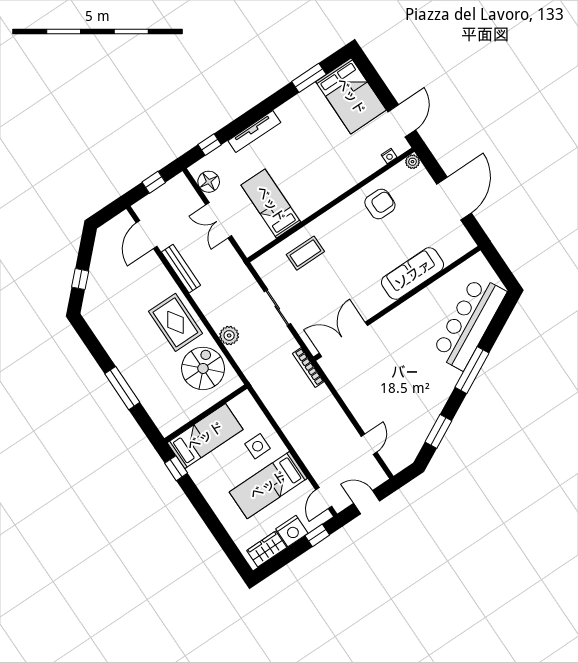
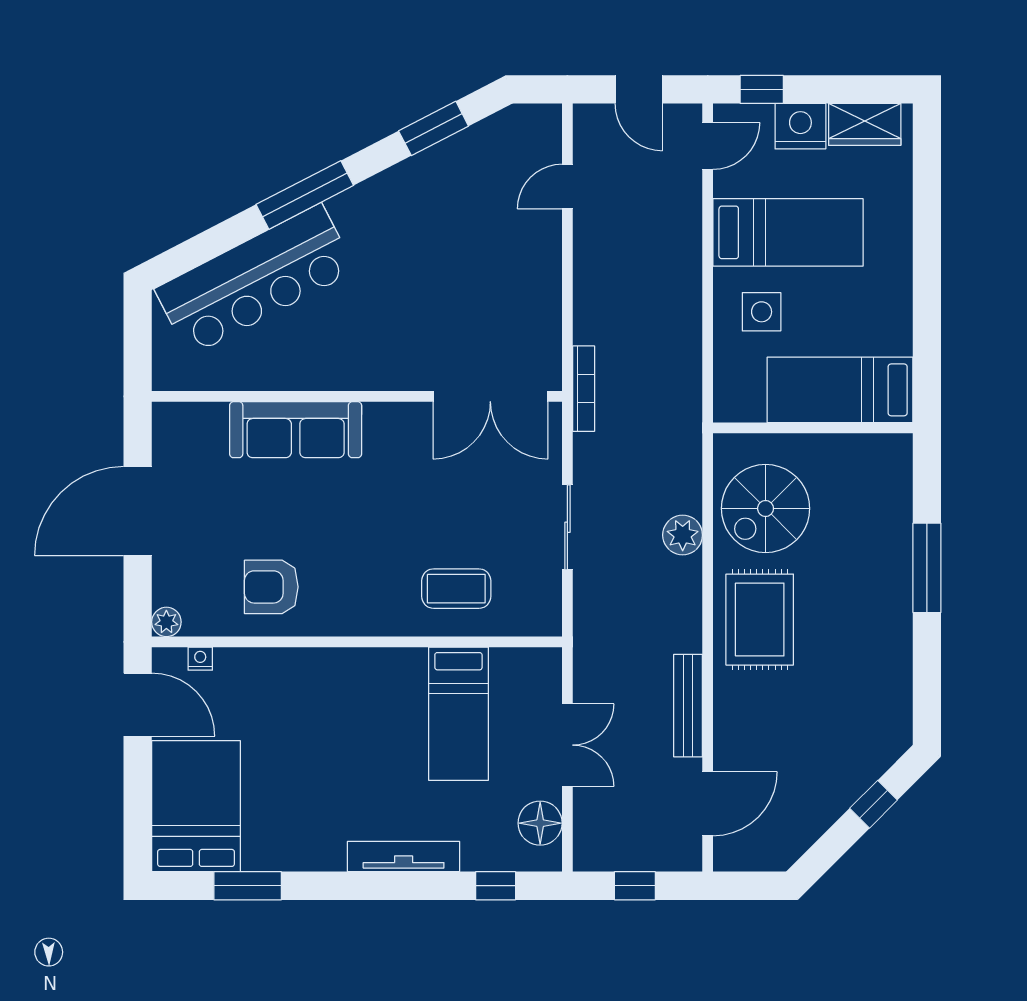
door: (402, 121) -> (138, 705), swing flipped
window: (176, 468) -> (927, 368), removed

